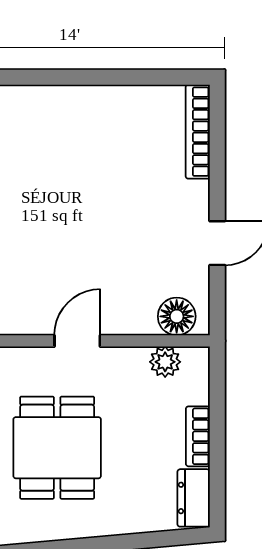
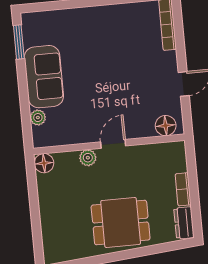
plant: (165, 362) -> (88, 158), moved
dining table: (57, 448) -> (121, 222), moved, turned 90

